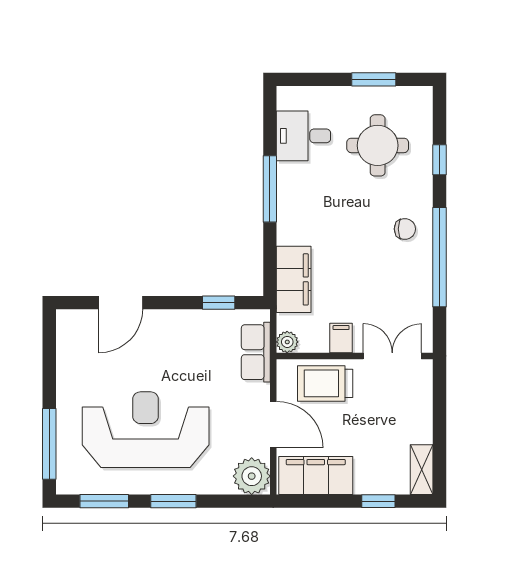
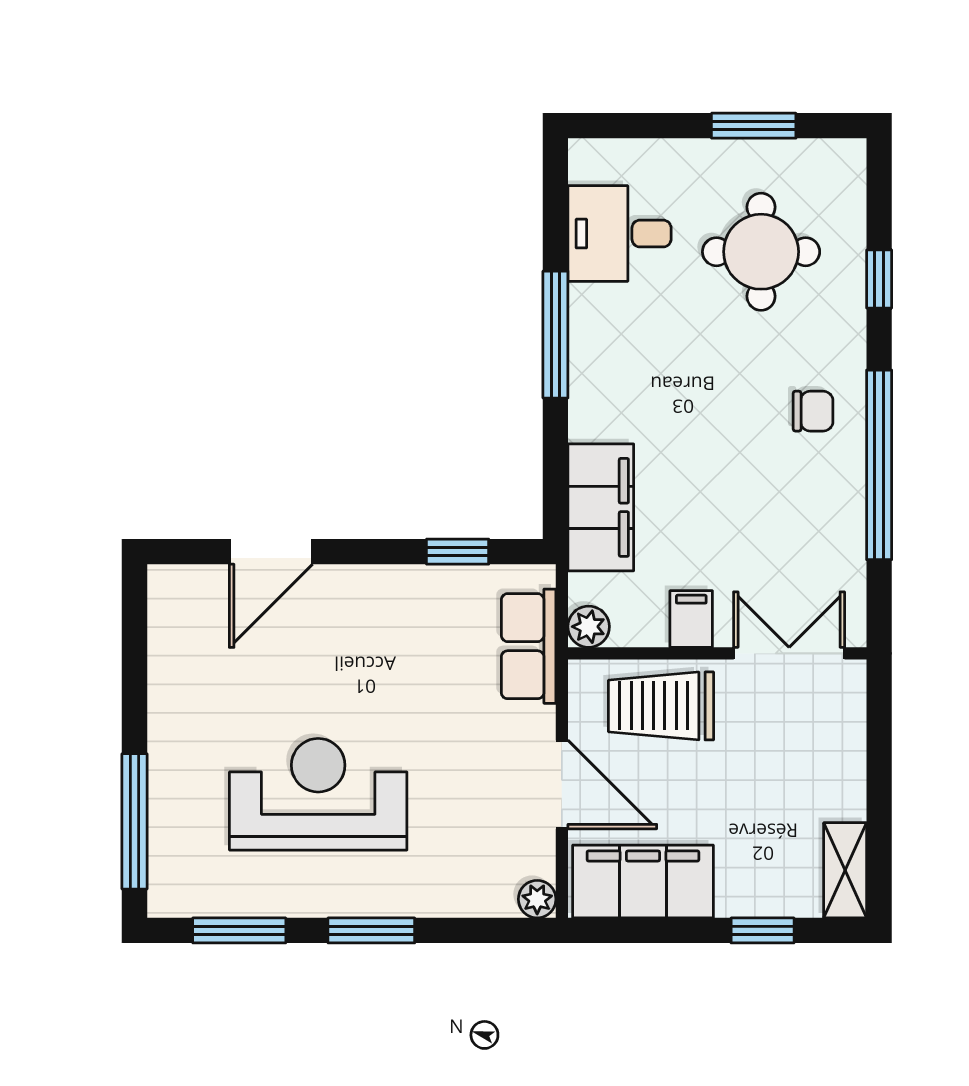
reception desk: (146, 430) -> (318, 794), width x0.74, depth x0.77
plant: (252, 476) -> (537, 899), width x0.53, depth x0.53

